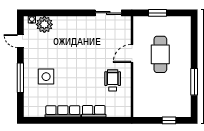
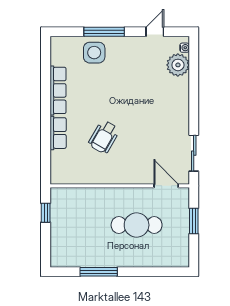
door: (132, 53) -> (166, 186), moved
side table: (46, 77) -> (94, 53), moved
wheelchair: (113, 80) -> (104, 137), moved, turned 120
window: (169, 120) -> (46, 213), moved

